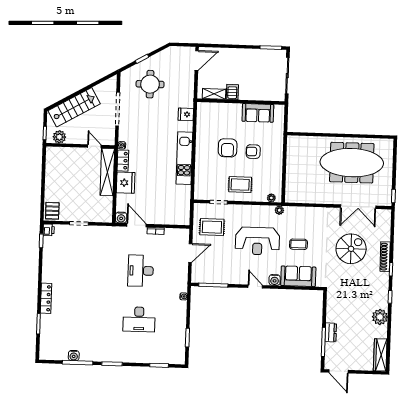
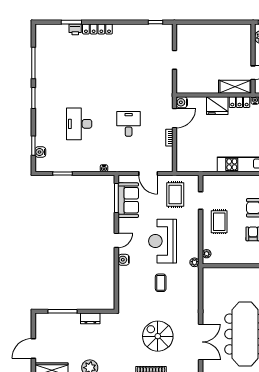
shelving: (107, 172) -> (235, 87), width x0.68
double door: (358, 207) -> (201, 342), swing flipped
pallet: (52, 211) -> (186, 32), removed
printer: (49, 230) -> (75, 29), moved
spiral stairs: (351, 249) -> (158, 336), turned 180
desk: (141, 271) -> (129, 124), width x0.73
sofa: (298, 276) -> (128, 200), moved
dresser: (331, 332) -> (90, 318), moved
water cooler: (74, 356) -> (40, 152), moved
door: (339, 371) -> (33, 348), moved

